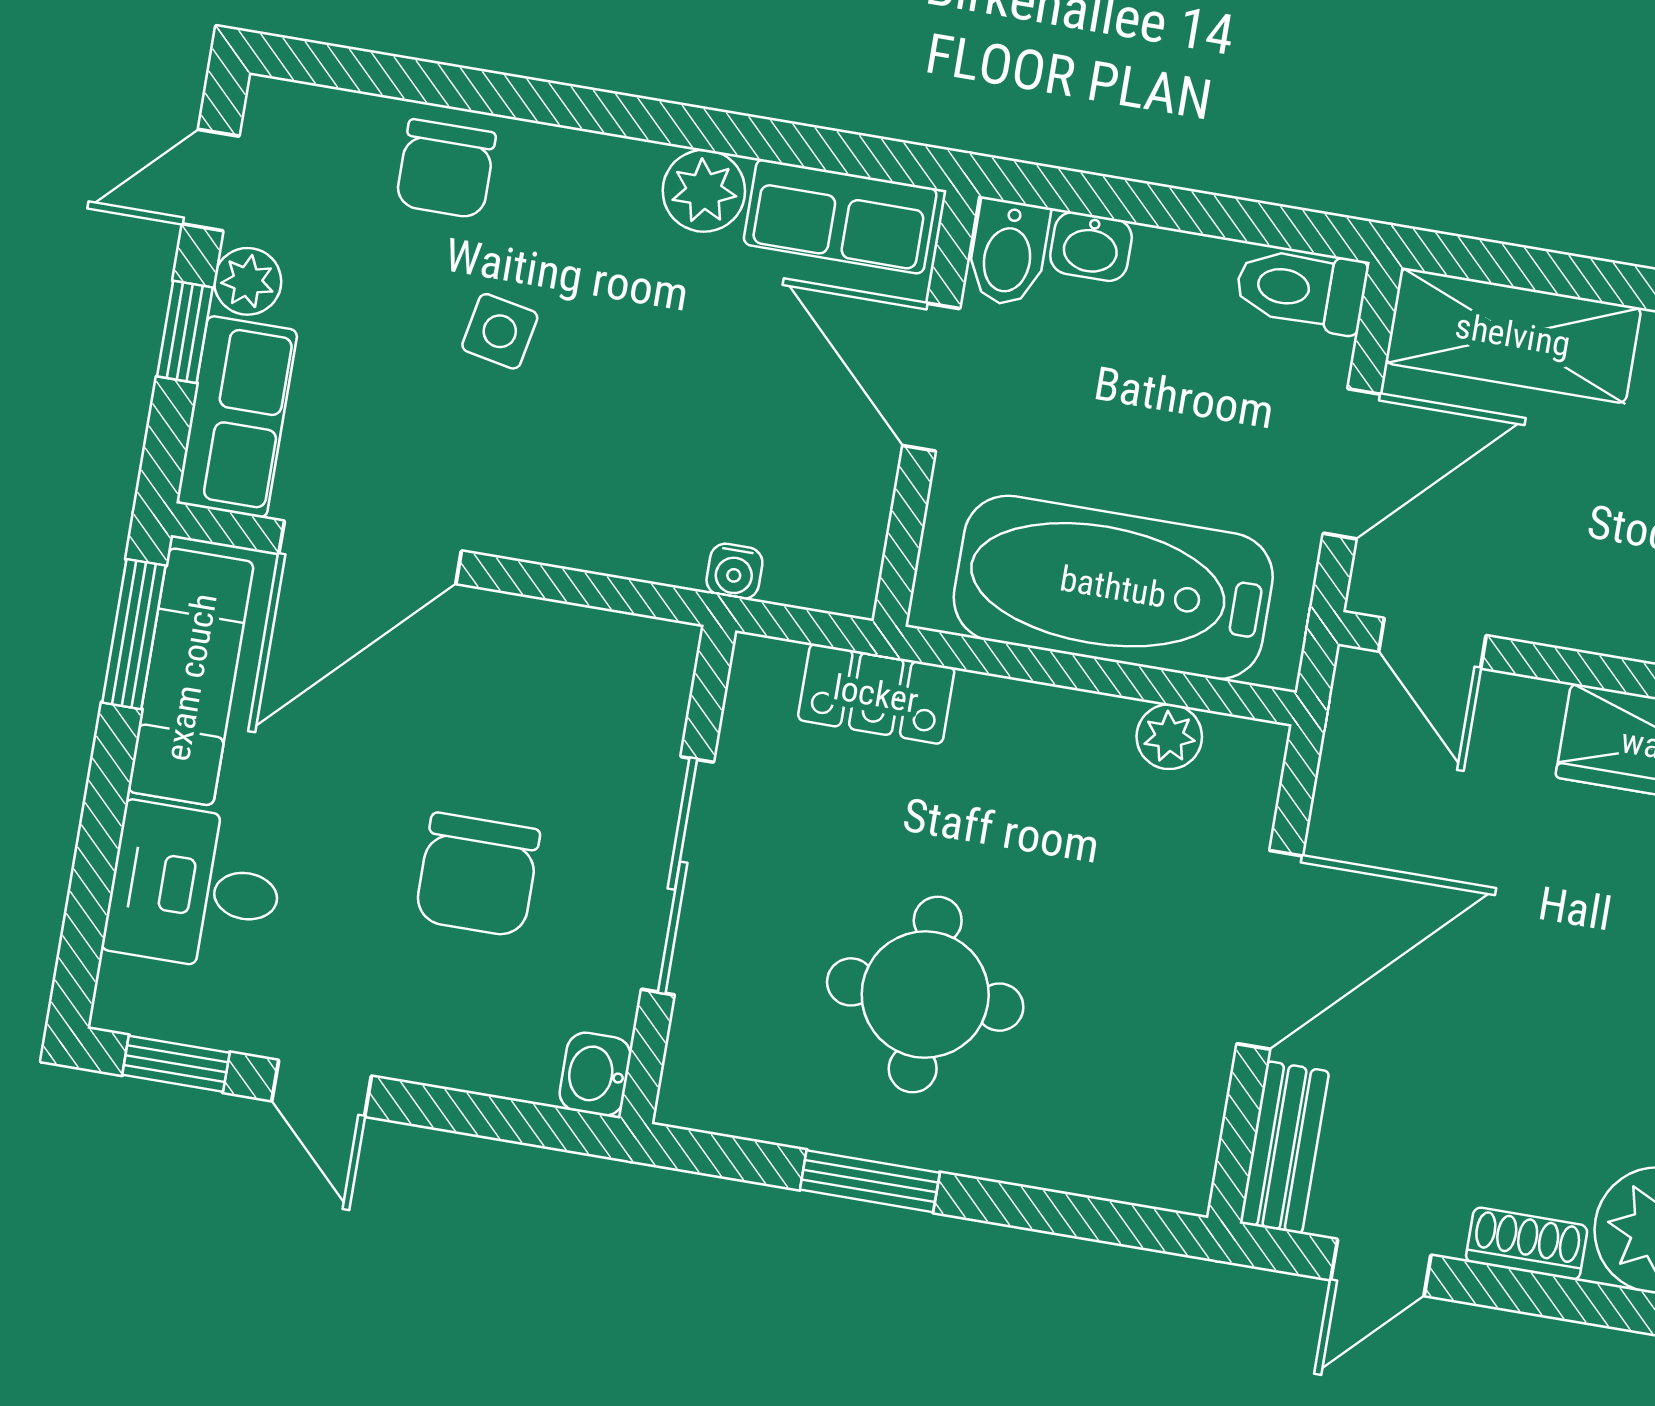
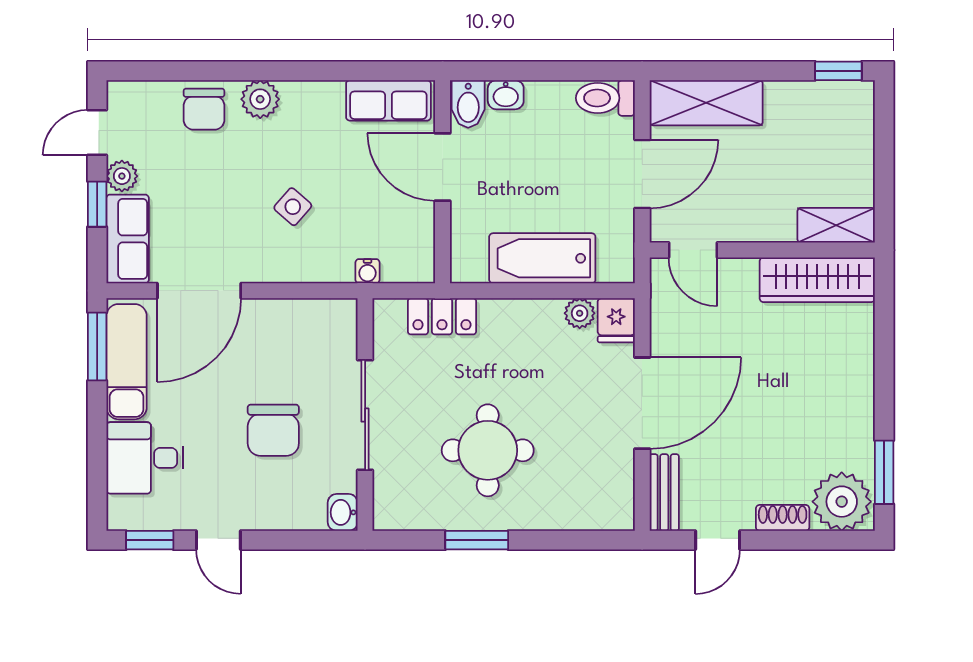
plant: (704, 191) -> (260, 99), moved
side table: (500, 331) -> (293, 207), moved, turned 30
bathtub: (1113, 587) -> (542, 258), width x0.73, depth x0.73
fridge: (1244, 765) -> (616, 320), added

